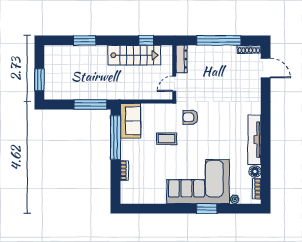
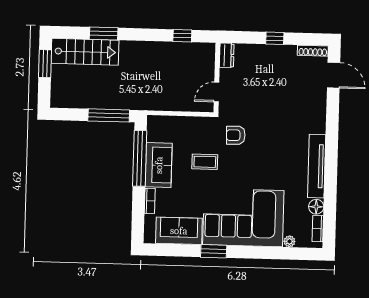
window: (219, 40) -> (275, 38), width x0.32
stairs: (134, 55) -> (85, 52), moved
dresser: (181, 59) -> (227, 55), width x0.70
window: (39, 80) -> (45, 64), moved
sofa: (130, 121) -> (159, 165), moved
sofa: (148, 193) -> (179, 231), added
window: (207, 209) -> (214, 251), moved

